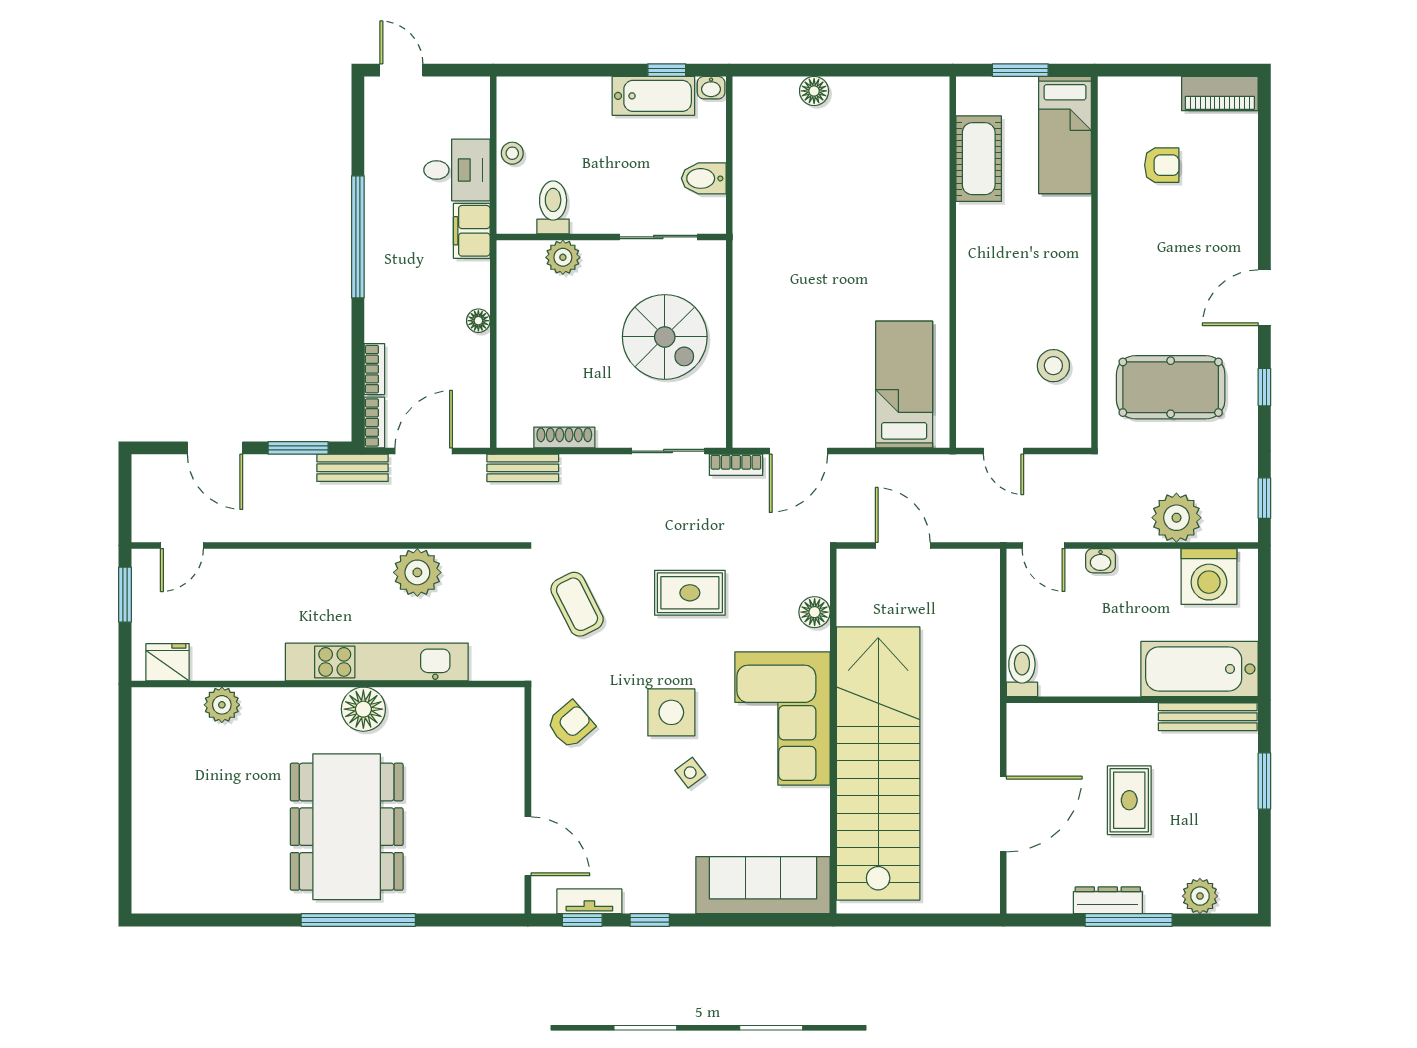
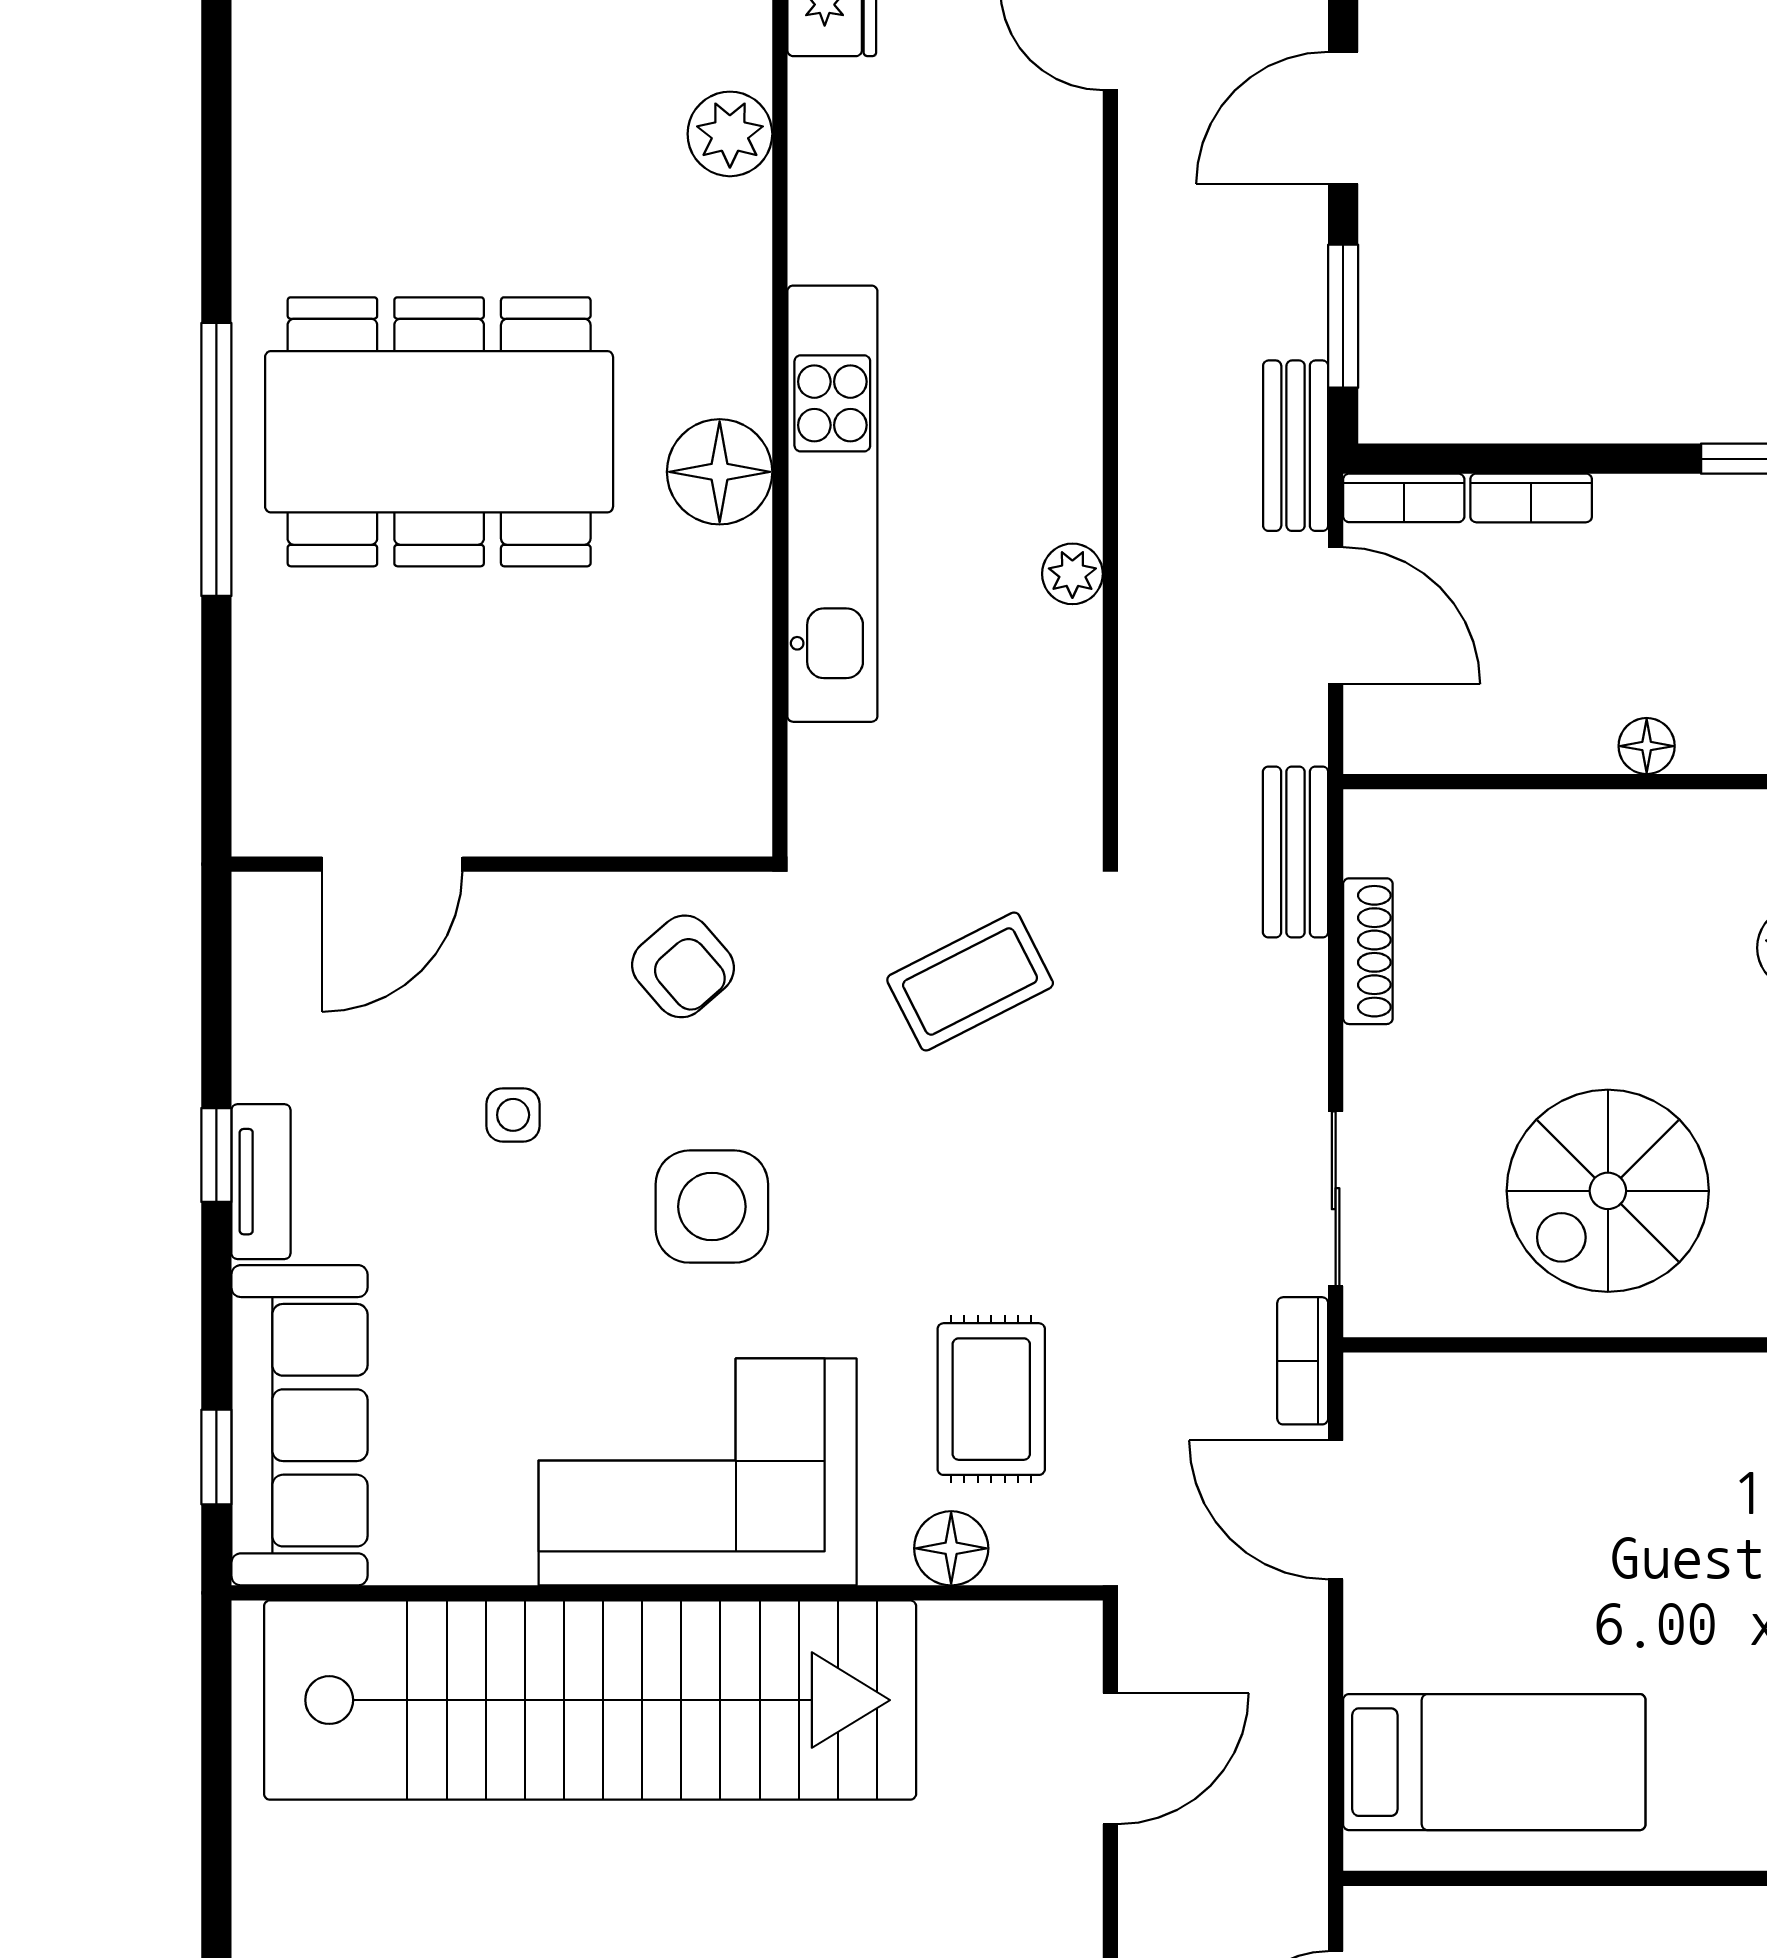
plant: (417, 572) -> (1072, 574), width x0.53, depth x0.53
rug: (690, 593) -> (991, 1399), moved
side table: (690, 773) -> (513, 1115), moved, turned 37
tv unit: (589, 901) -> (261, 1182), moved
window: (582, 920) -> (216, 1457), moved

